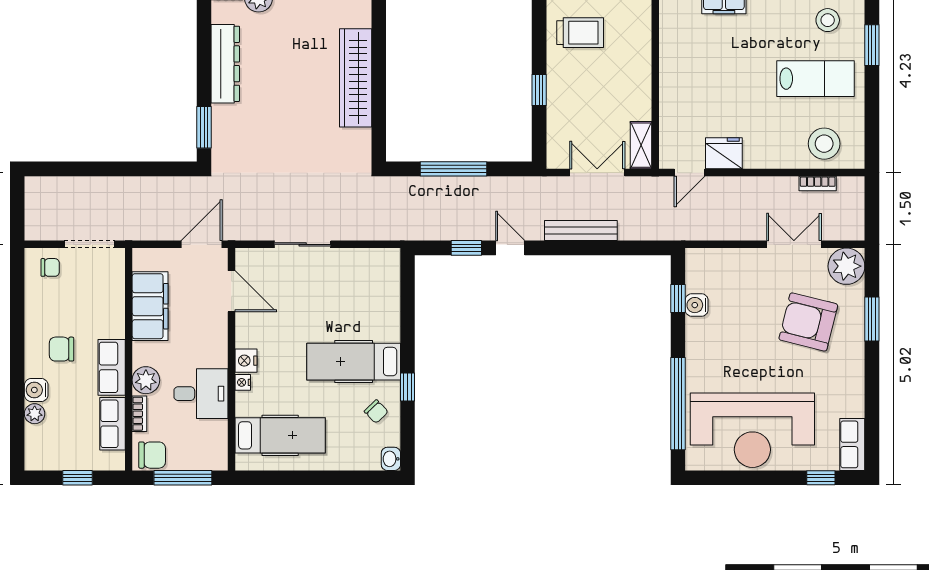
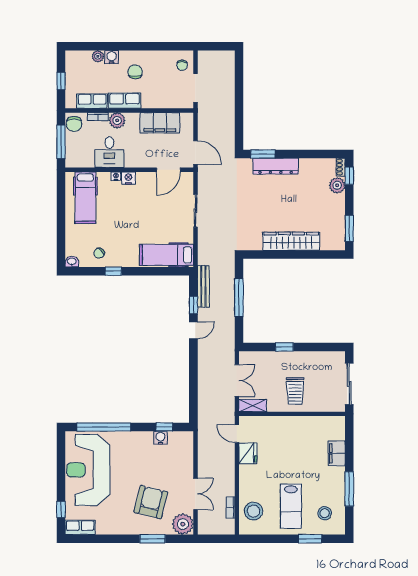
trolley: (580, 33) -> (295, 391), moved
dresser: (225, 64) -> (276, 166), moved
bench: (581, 231) -> (203, 286), moved
hospital bed: (354, 362) -> (166, 255), moved, turned -90

